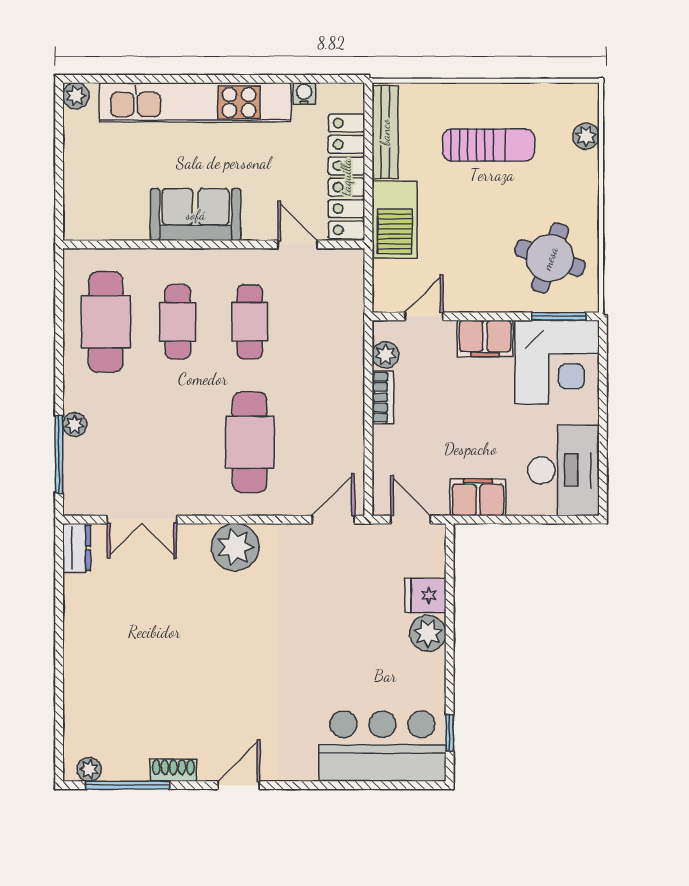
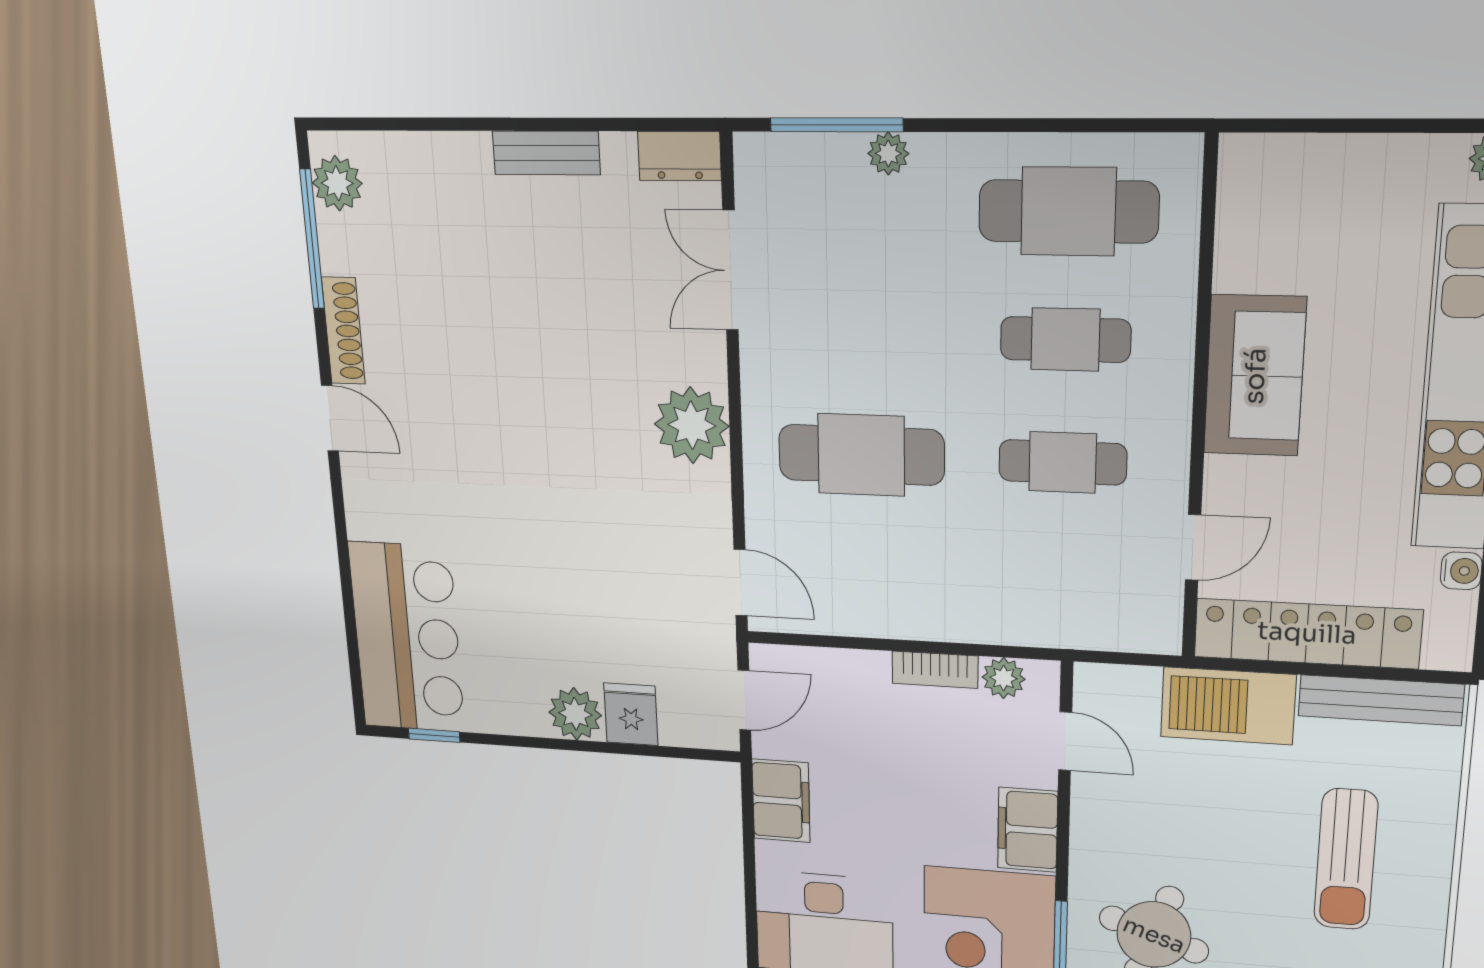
bench: (75, 630) -> (546, 153), added
plant: (89, 769) -> (337, 183), width x1.38, depth x1.38
shoe rack: (173, 770) -> (343, 331), width x1.43

